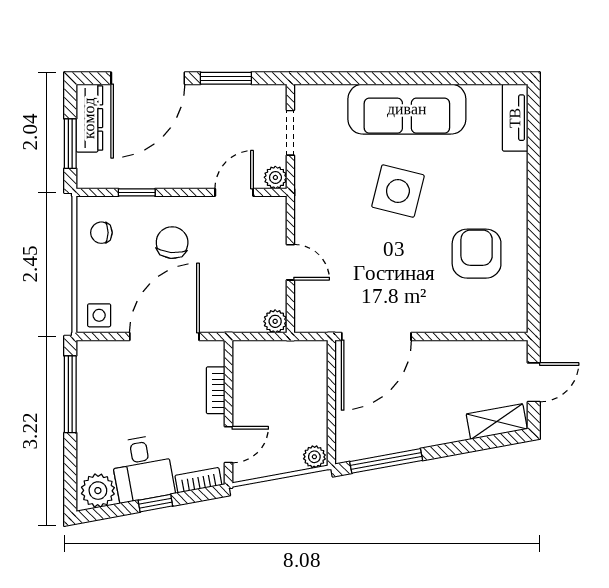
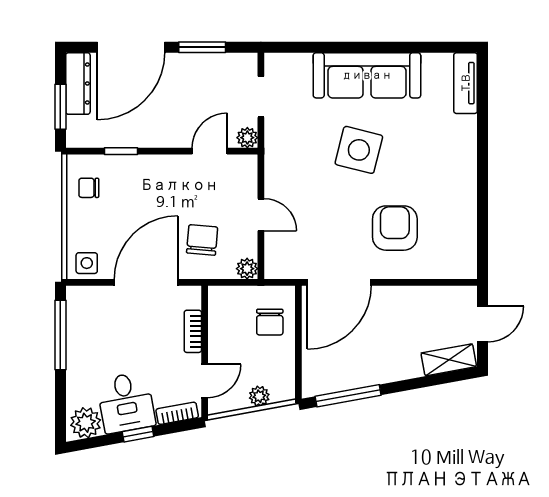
chair: (172, 243) -> (202, 240), moved
armchair: (477, 254) -> (395, 228), moved
chair: (300, 380) -> (270, 322), added
plant: (314, 457) -> (259, 396), moved

